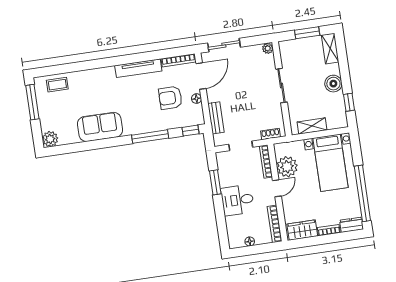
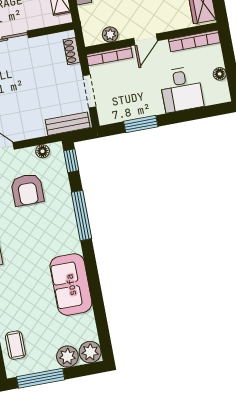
floor lamp: (196, 99) -> (43, 151), moved
bench: (216, 118) -> (68, 124), moved
plant: (48, 122) -> (67, 356), added
plant: (287, 167) -> (110, 34), width x0.53, depth x0.53
door: (277, 188) -> (146, 39), swing flipped
desk: (238, 200) -> (181, 89), moved

